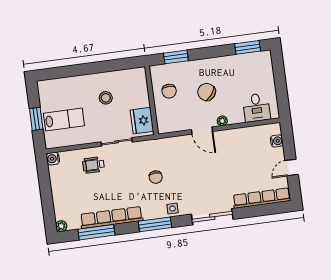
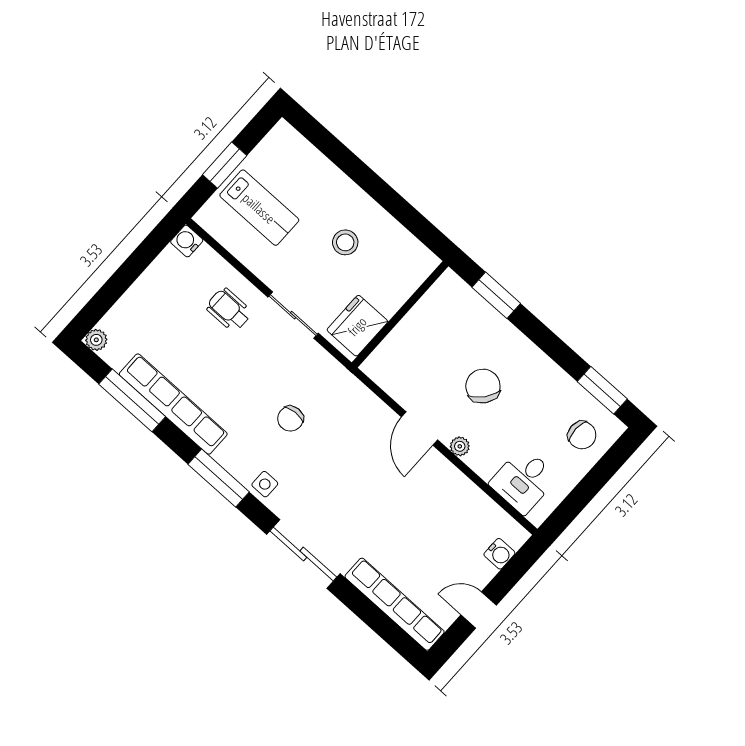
chair: (169, 91) -> (582, 435), moved, turned -90

